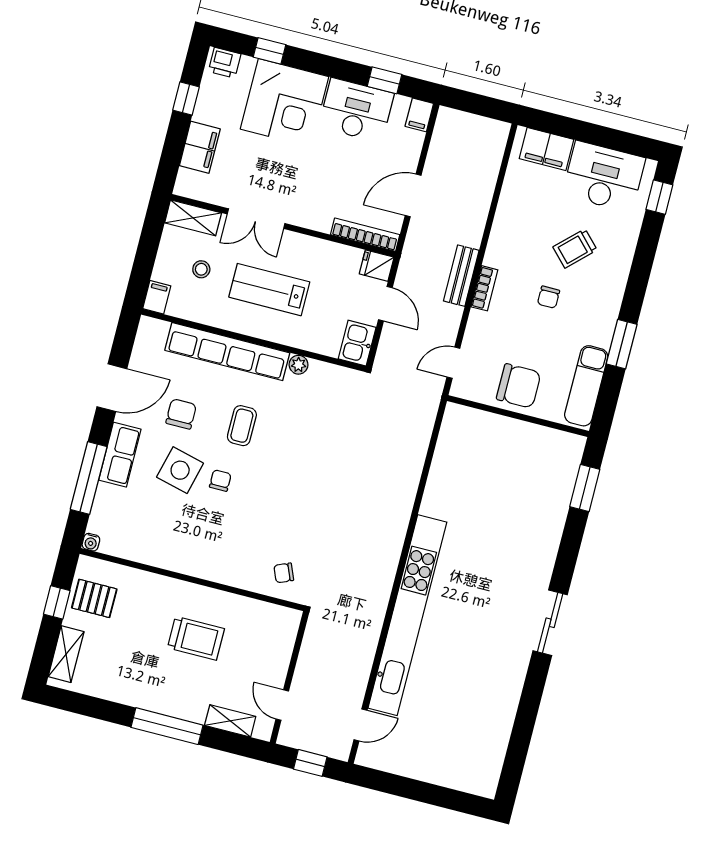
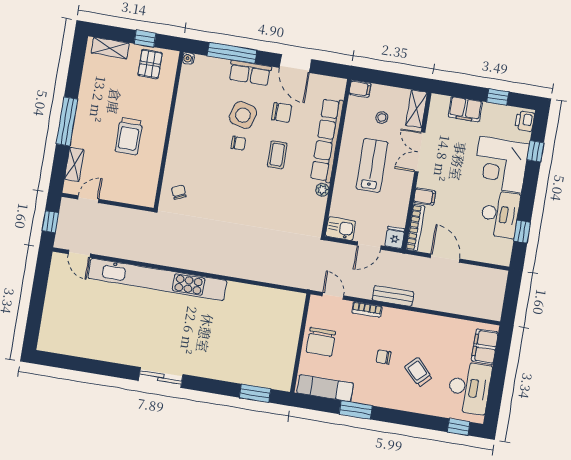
filing cabinet: (419, 115) -> (425, 197), moved, turned 180
bookcase: (484, 288) -> (367, 309), moved
coffee table: (242, 426) -> (277, 155), turned 90

